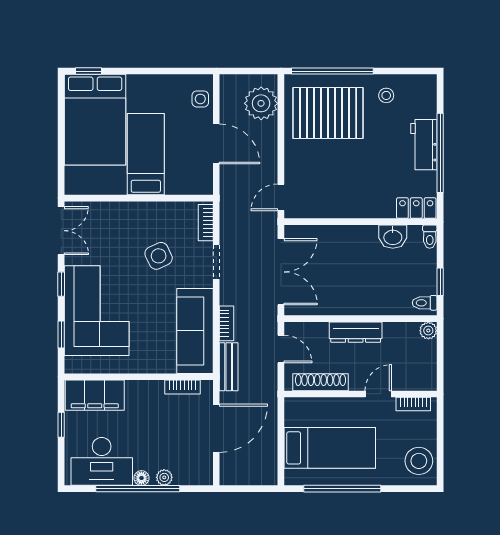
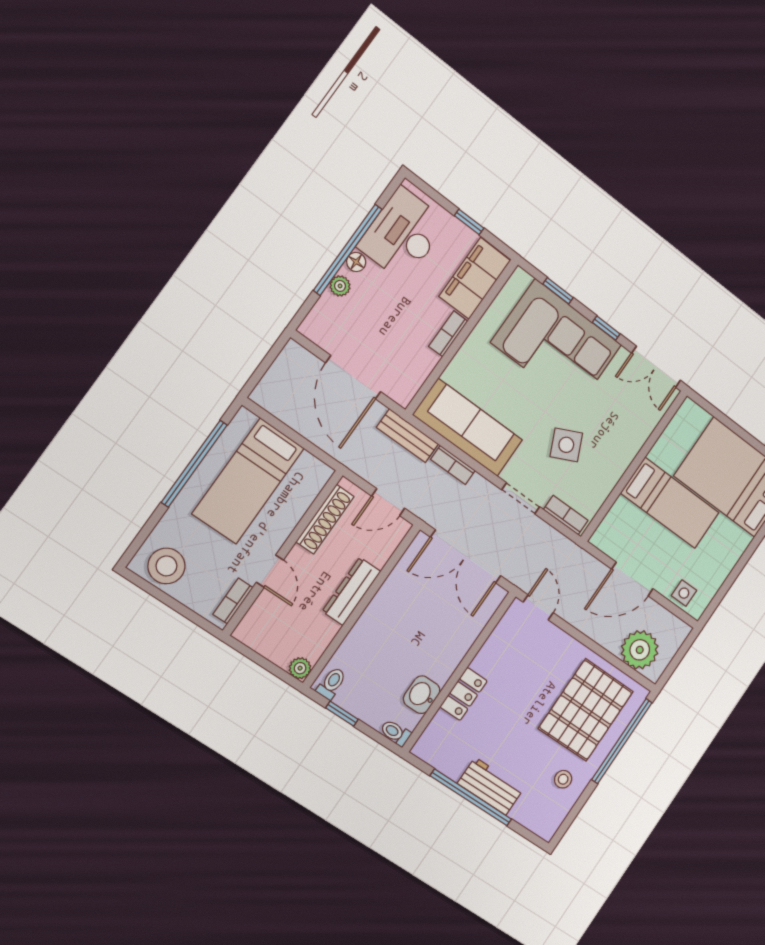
locker: (416, 208) -> (464, 694), moved
bookcase: (182, 387) -> (448, 334), moved

